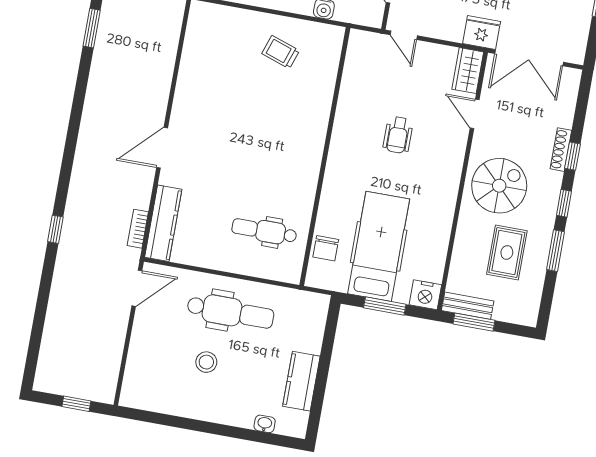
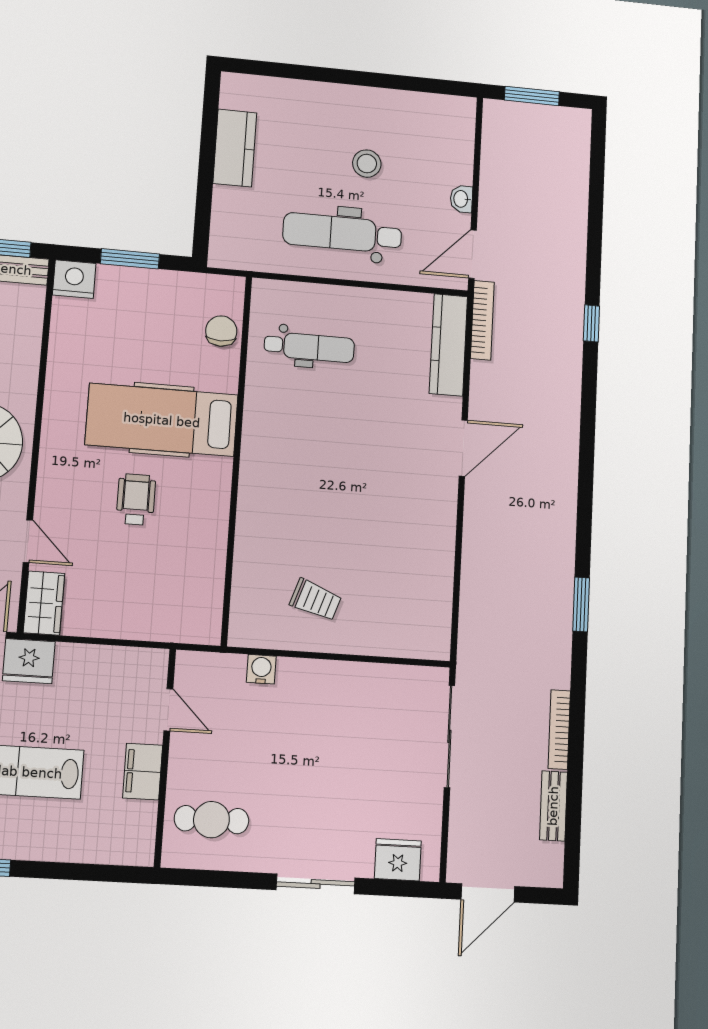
door: (404, 35) -> (142, 644), removed
bookcase: (138, 229) -> (482, 320), width x1.56
hospital bed: (379, 246) -> (162, 420), moved, turned 90
window: (76, 404) -> (532, 96), width x1.50
washbasin: (265, 424) -> (461, 199), moved, turned 90

